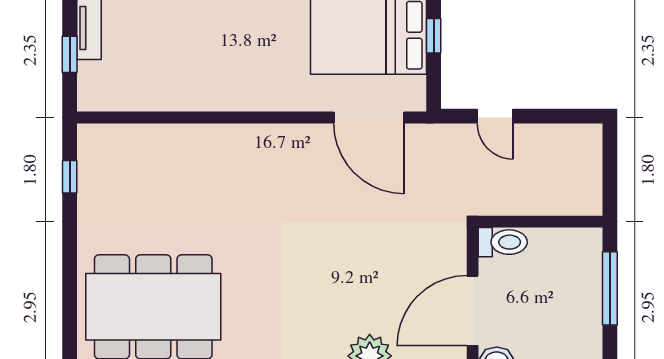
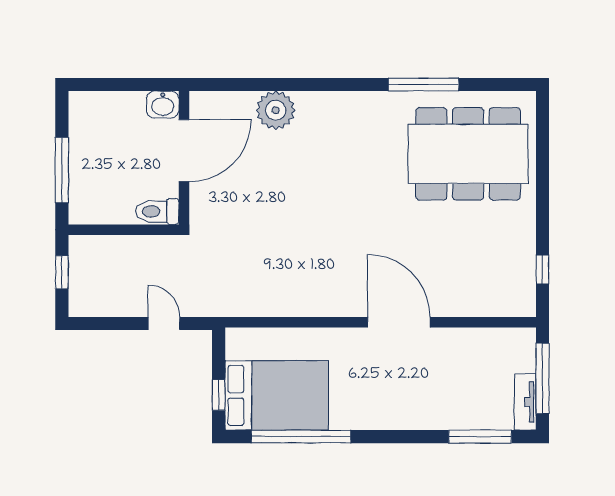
window: (70, 54) -> (542, 378), width x2.17
door: (369, 118) -> (399, 322), moved
window: (610, 174) -> (62, 272), added

